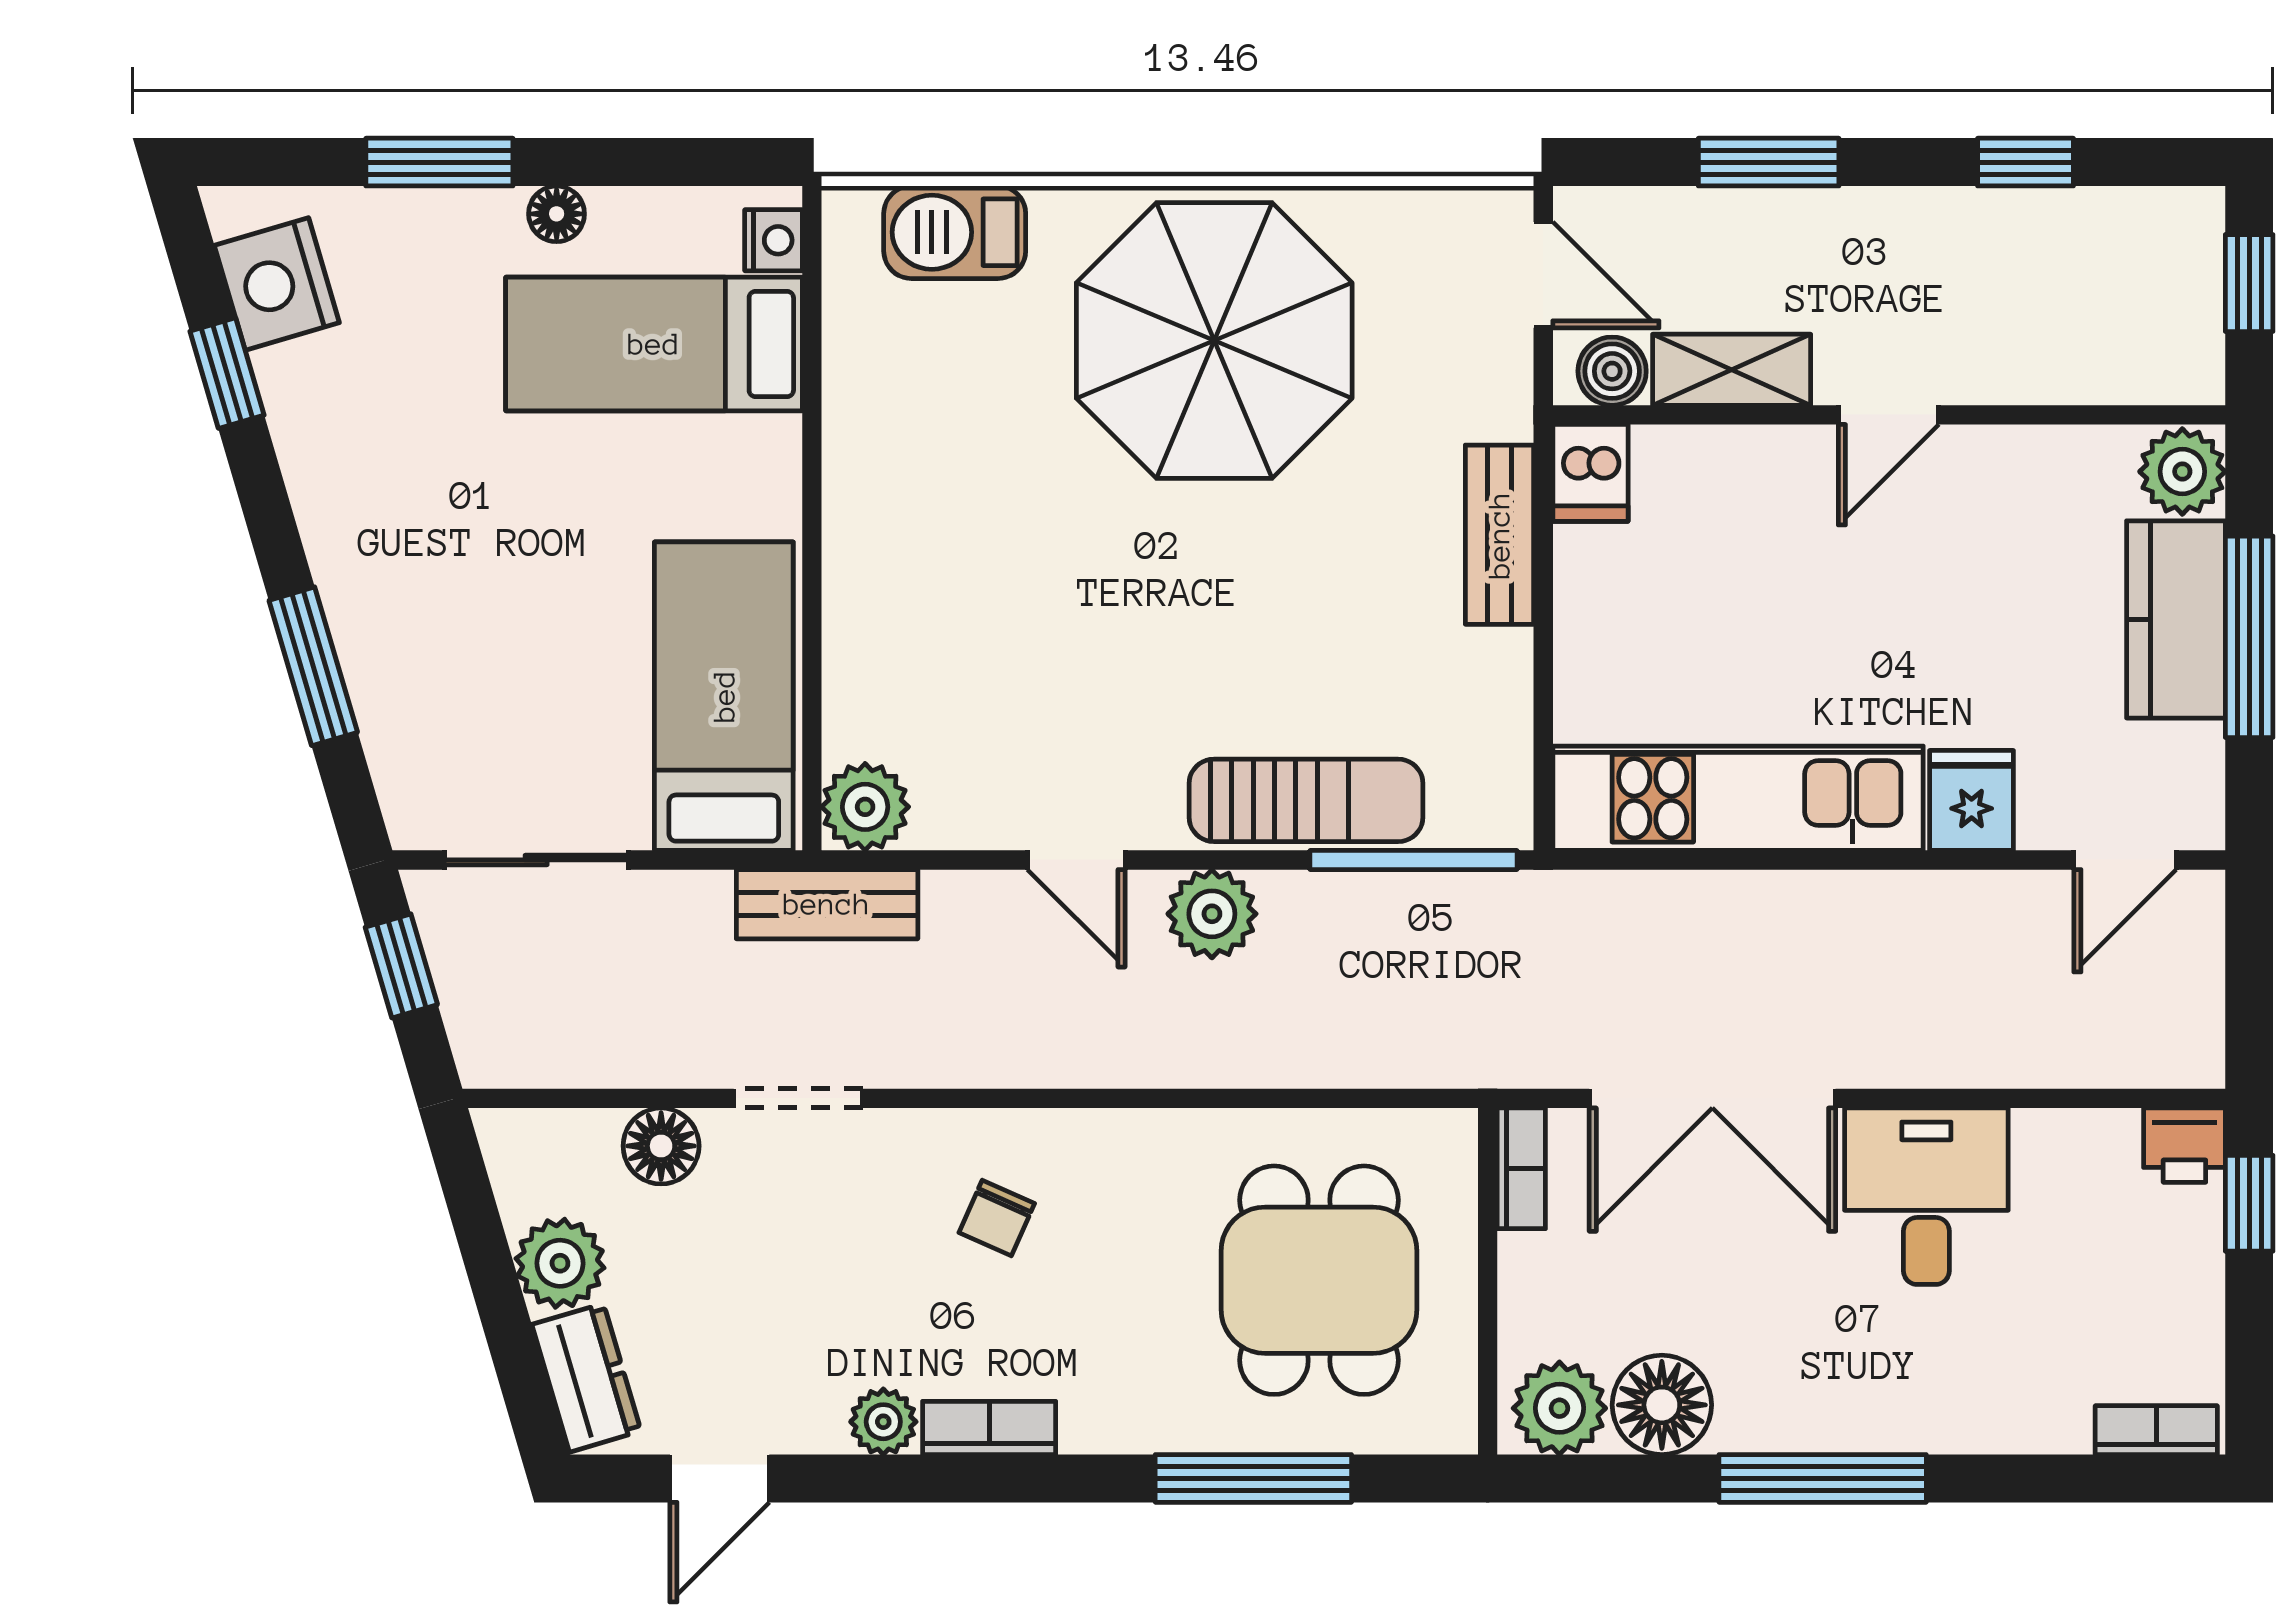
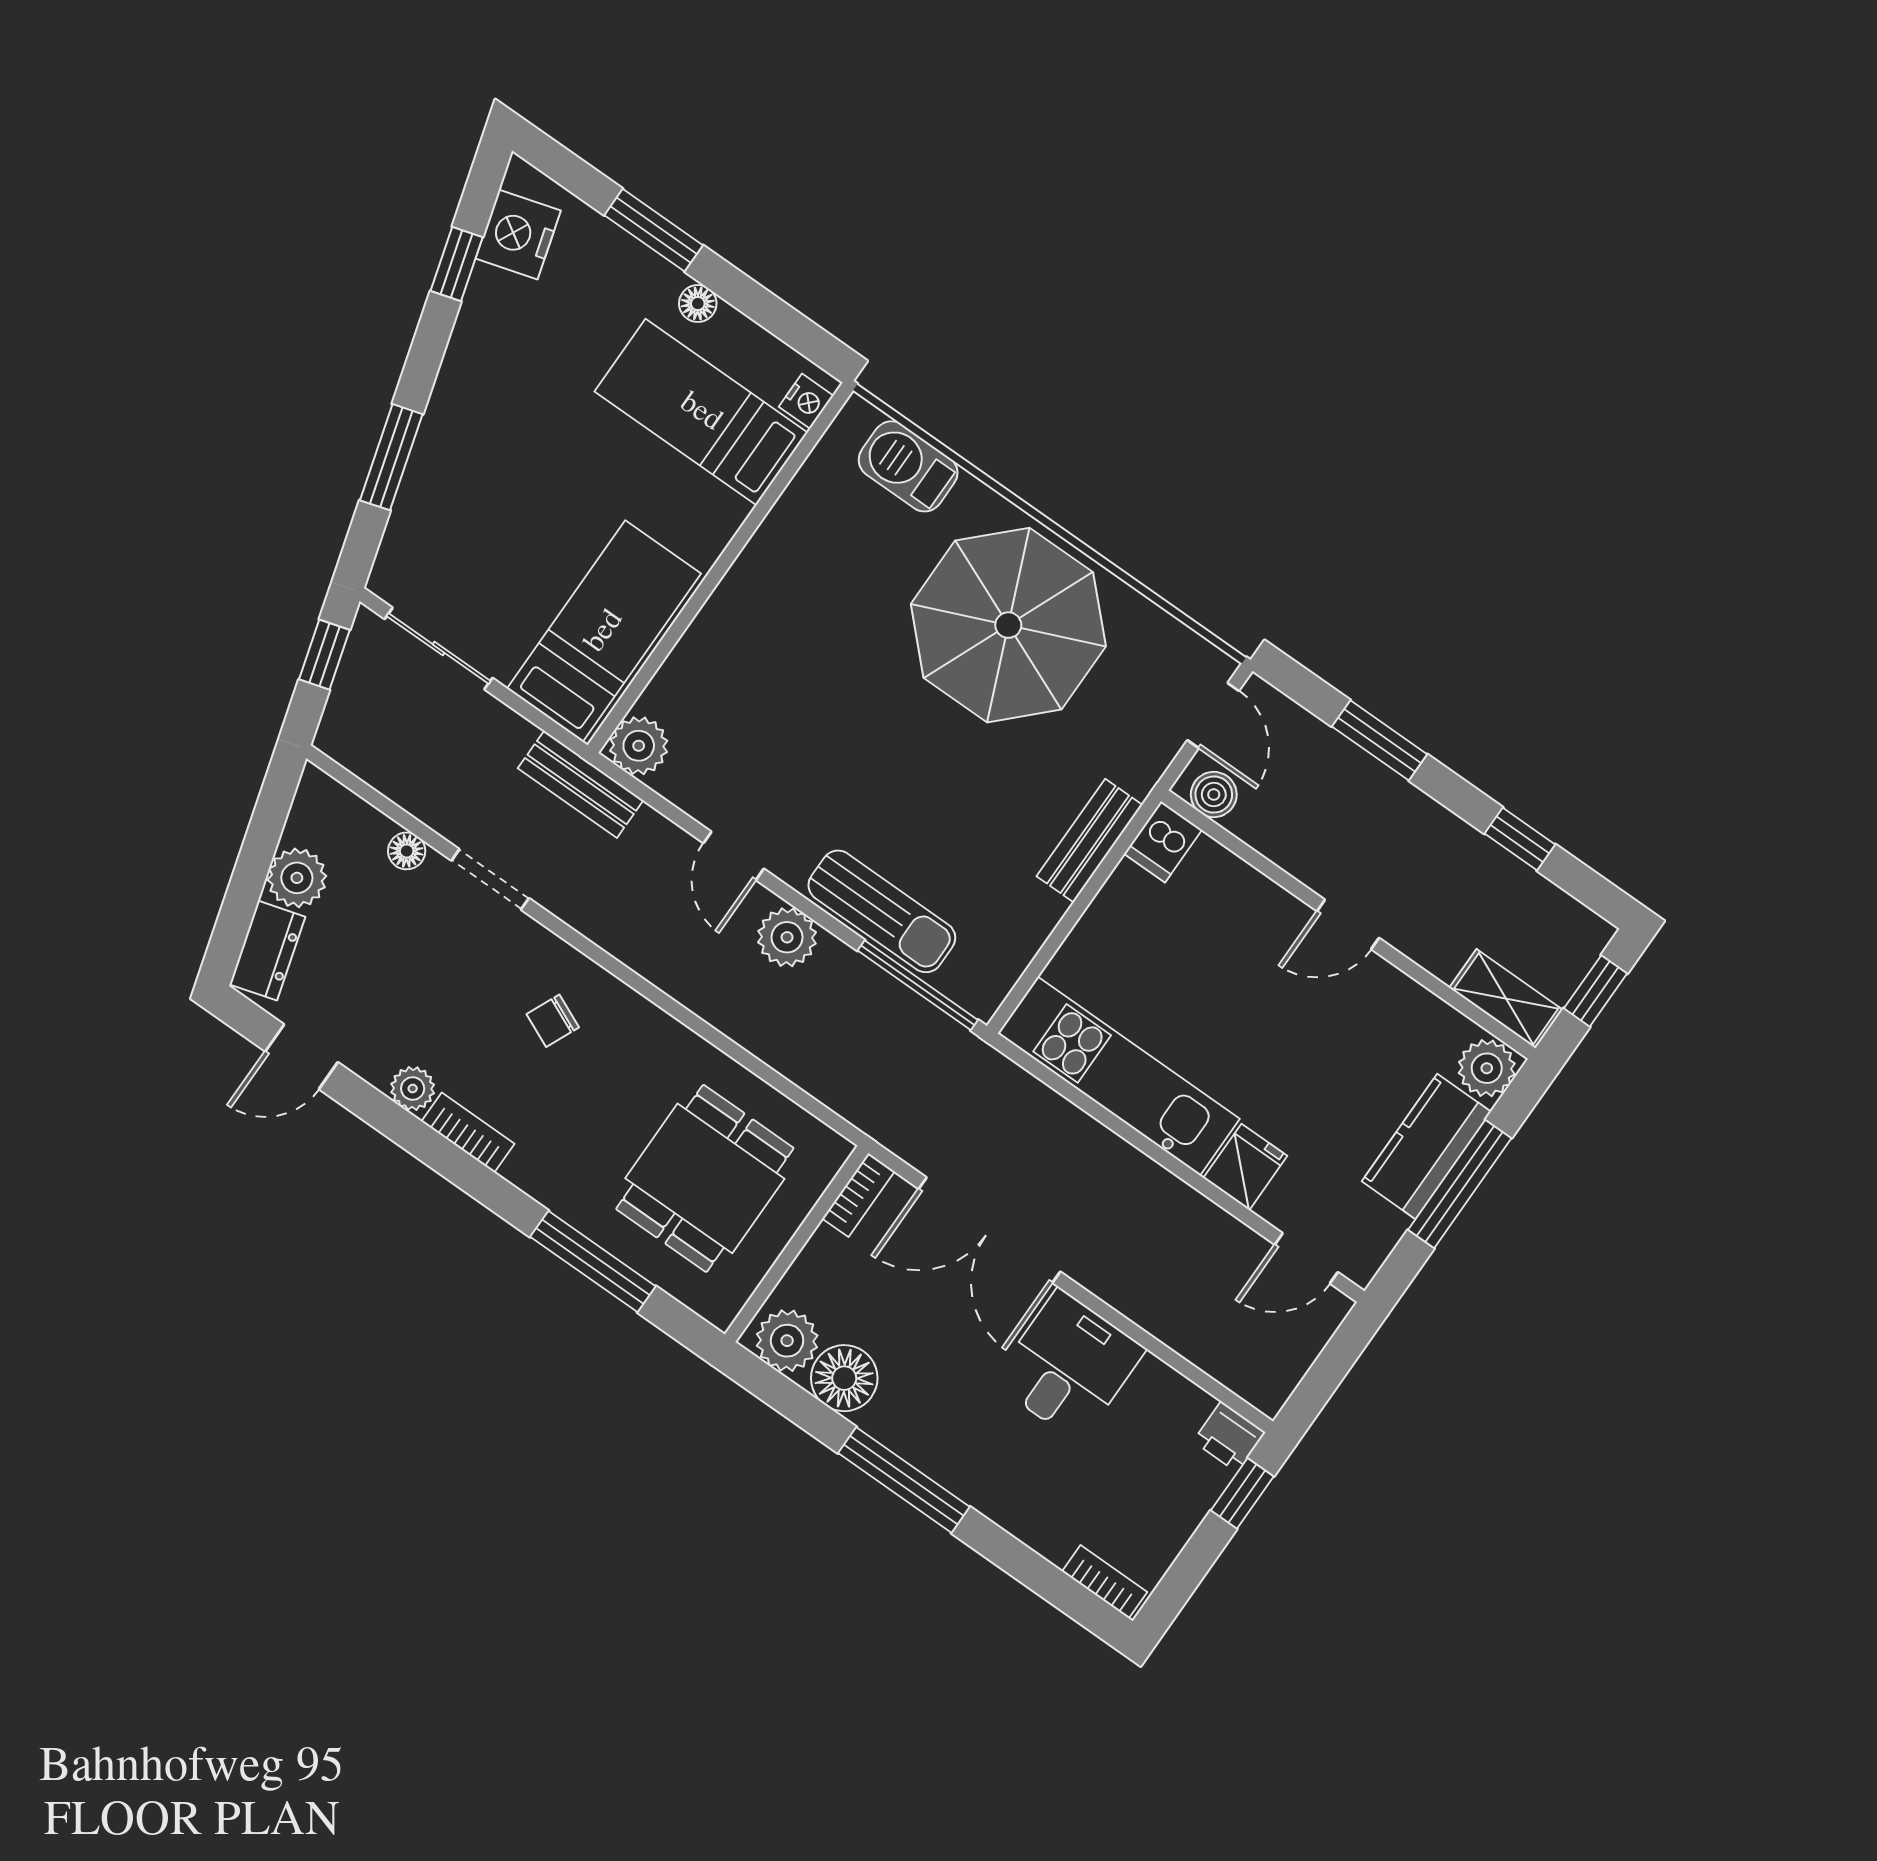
shelving: (1732, 370) -> (1506, 999), moved
floor lamp: (661, 1146) -> (407, 851), width x0.73, depth x0.73

